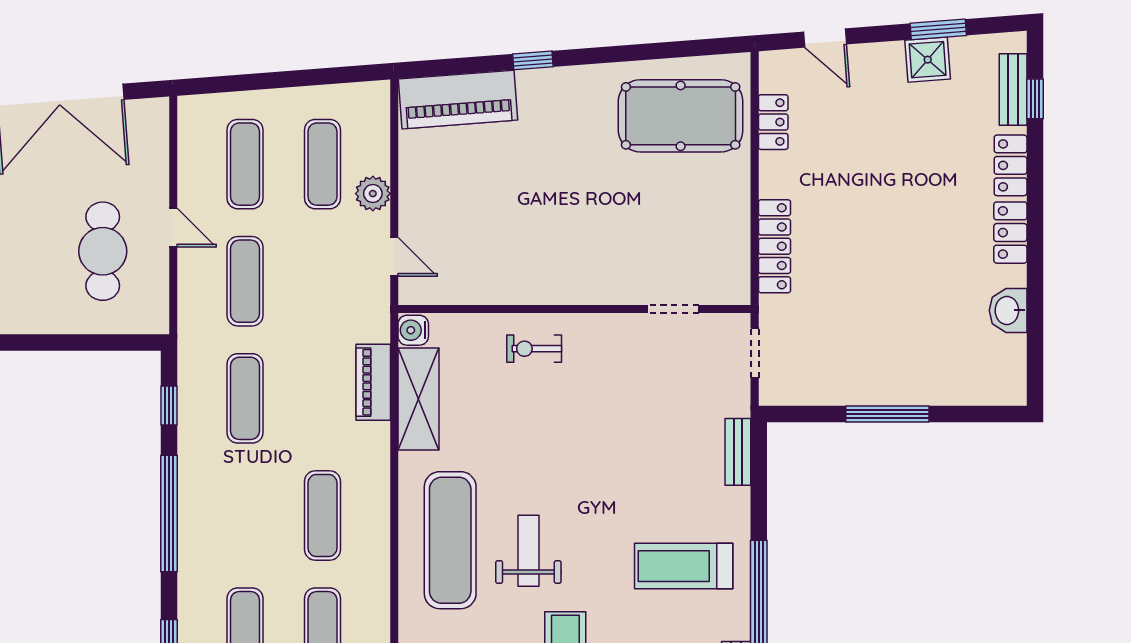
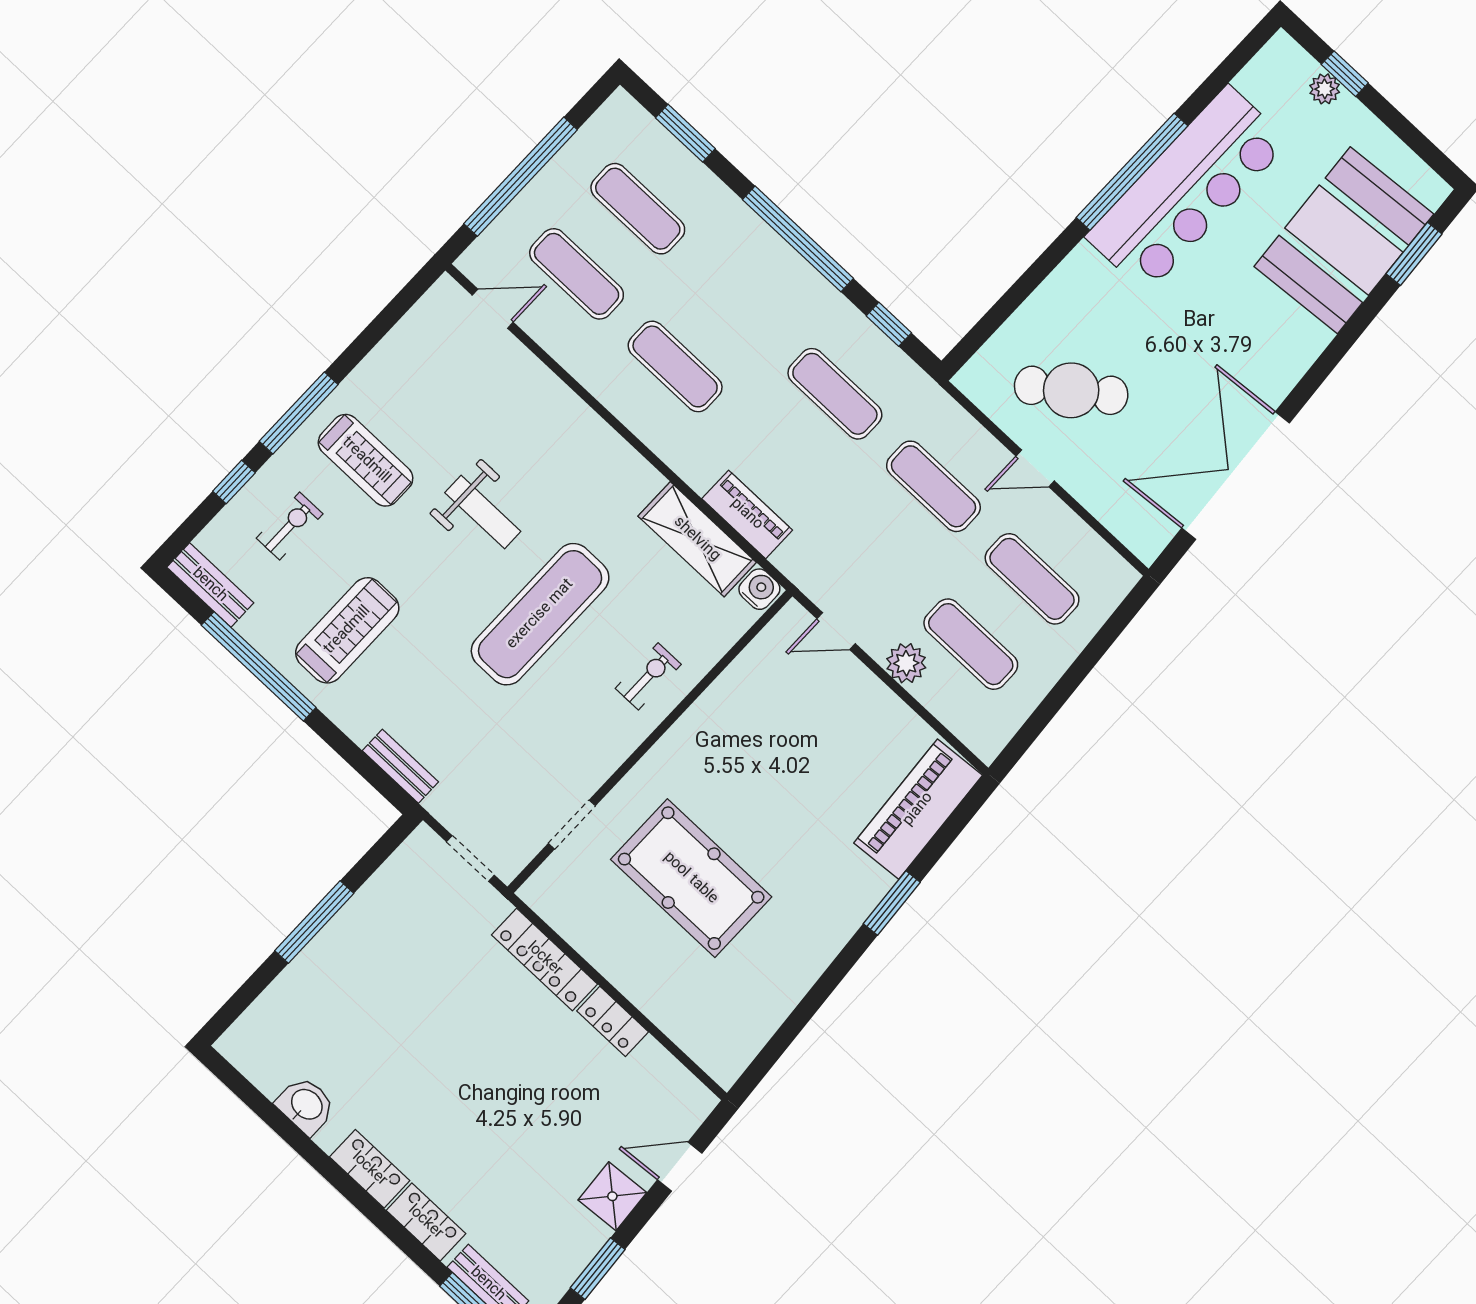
window: (533, 60) -> (892, 903), width x1.50
shower: (928, 60) -> (612, 1196), moved
pool table: (681, 116) -> (691, 878), moved, turned 90
locker: (773, 122) -> (613, 1021), moved
cafe table: (103, 251) -> (1071, 390), turned -36
exercise mat: (450, 540) -> (540, 614), moved, turned 90

